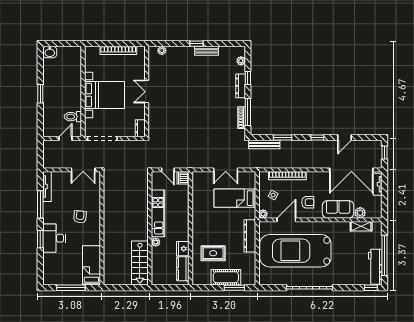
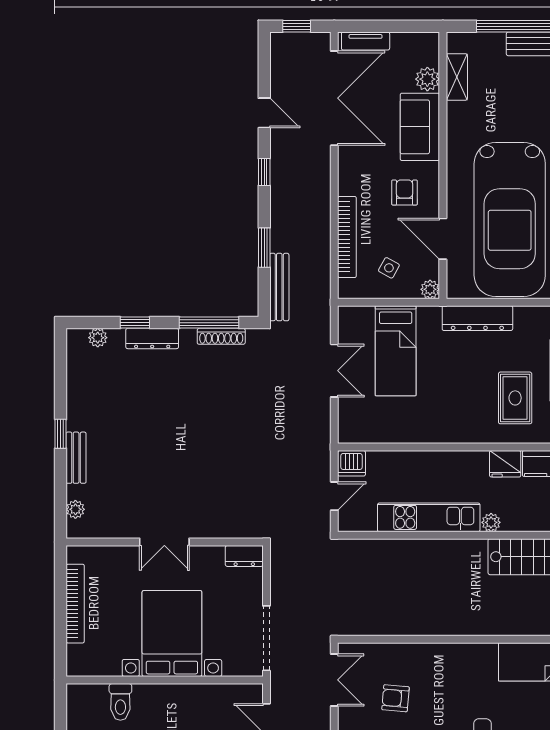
bench: (206, 51) -> (76, 458), moved
toilet: (73, 117) -> (120, 702), moved
armchair: (80, 217) -> (395, 698), moved

